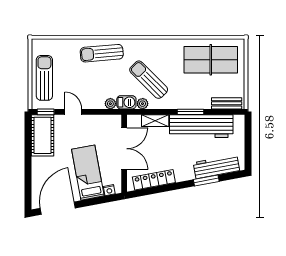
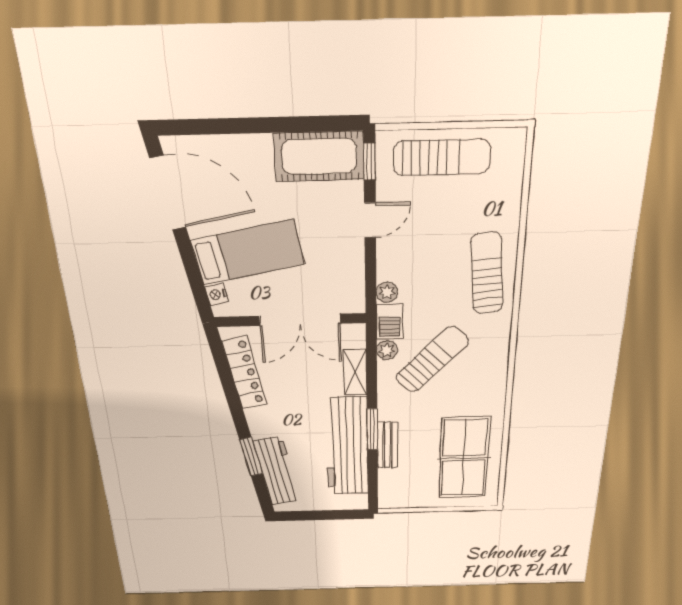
bench: (227, 103) -> (388, 445), moved

